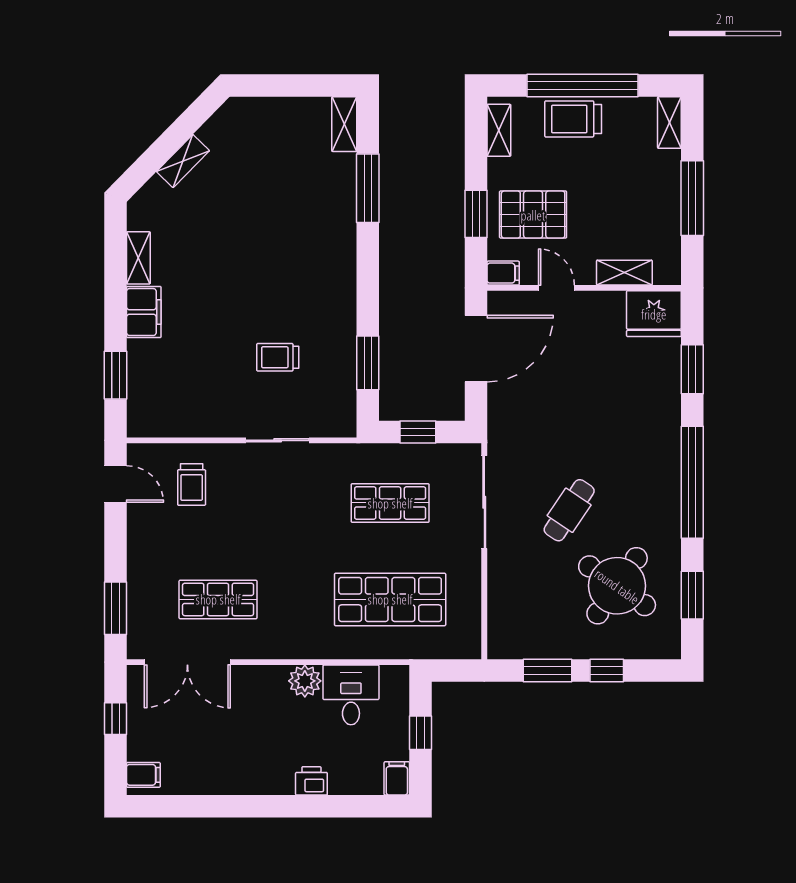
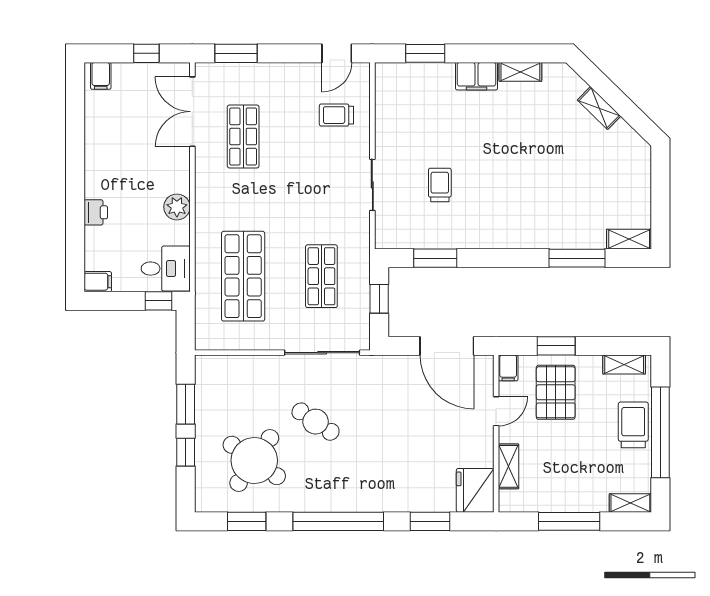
desk: (351, 695) -> (166, 269), moved
window: (420, 733) -> (159, 301), moved

